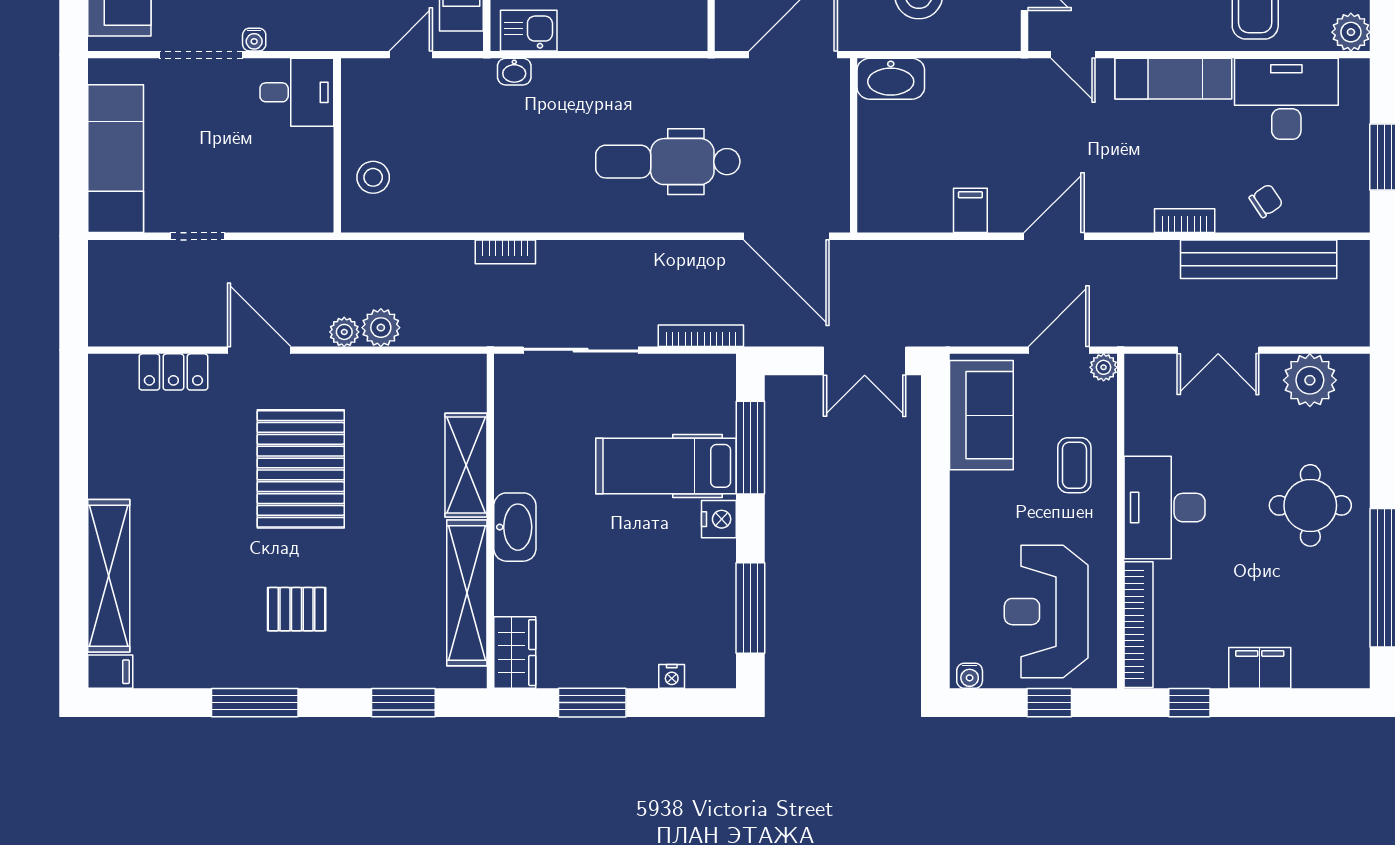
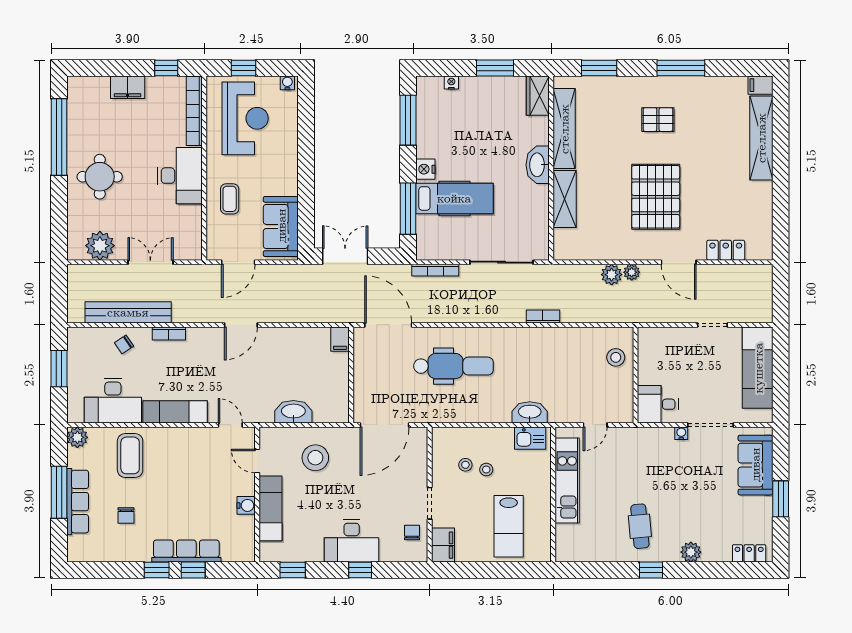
washbasin: (514, 72) -> (530, 412), width x1.91, depth x1.45
washbasin: (891, 79) -> (293, 412), moved
filing cabinet: (970, 210) -> (340, 339), moved
plant: (1104, 367) -> (214, 253), removed

